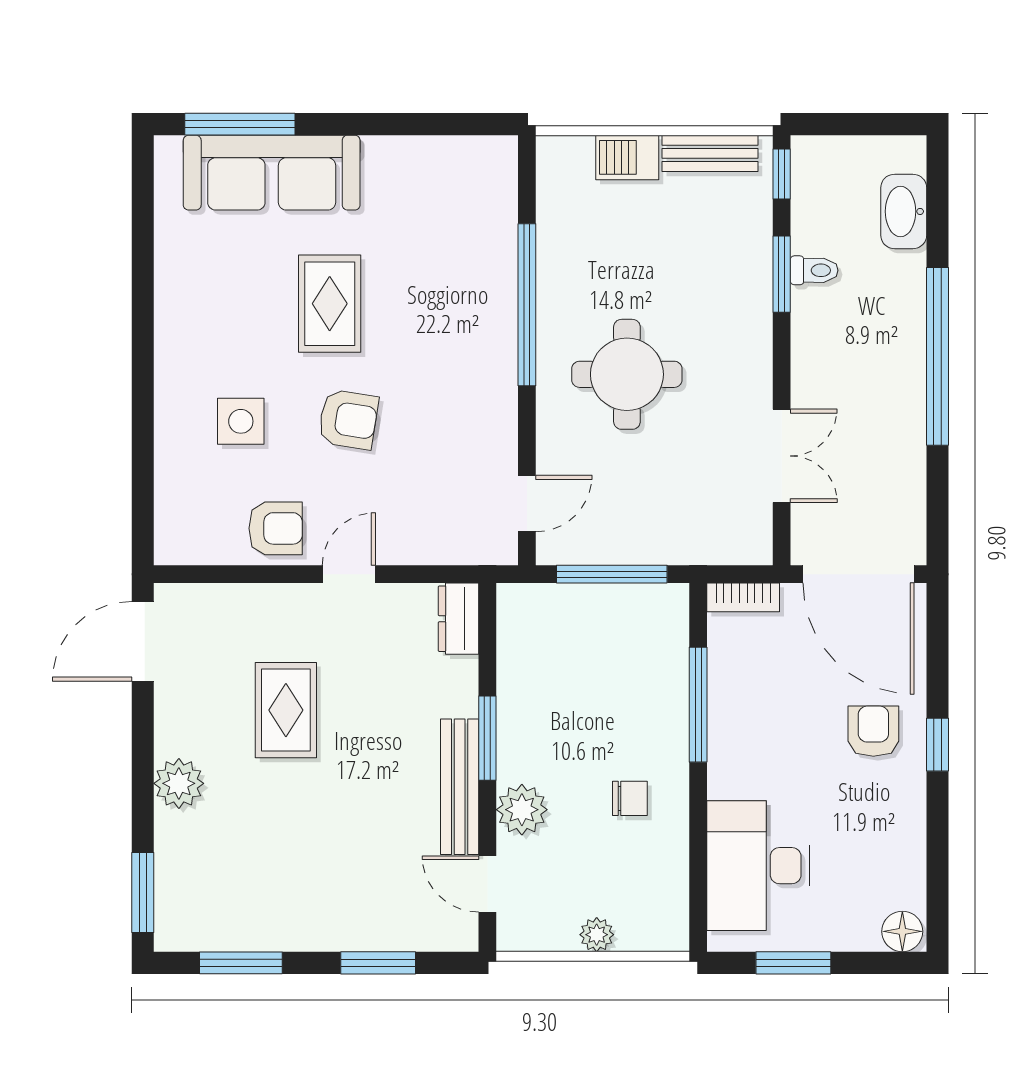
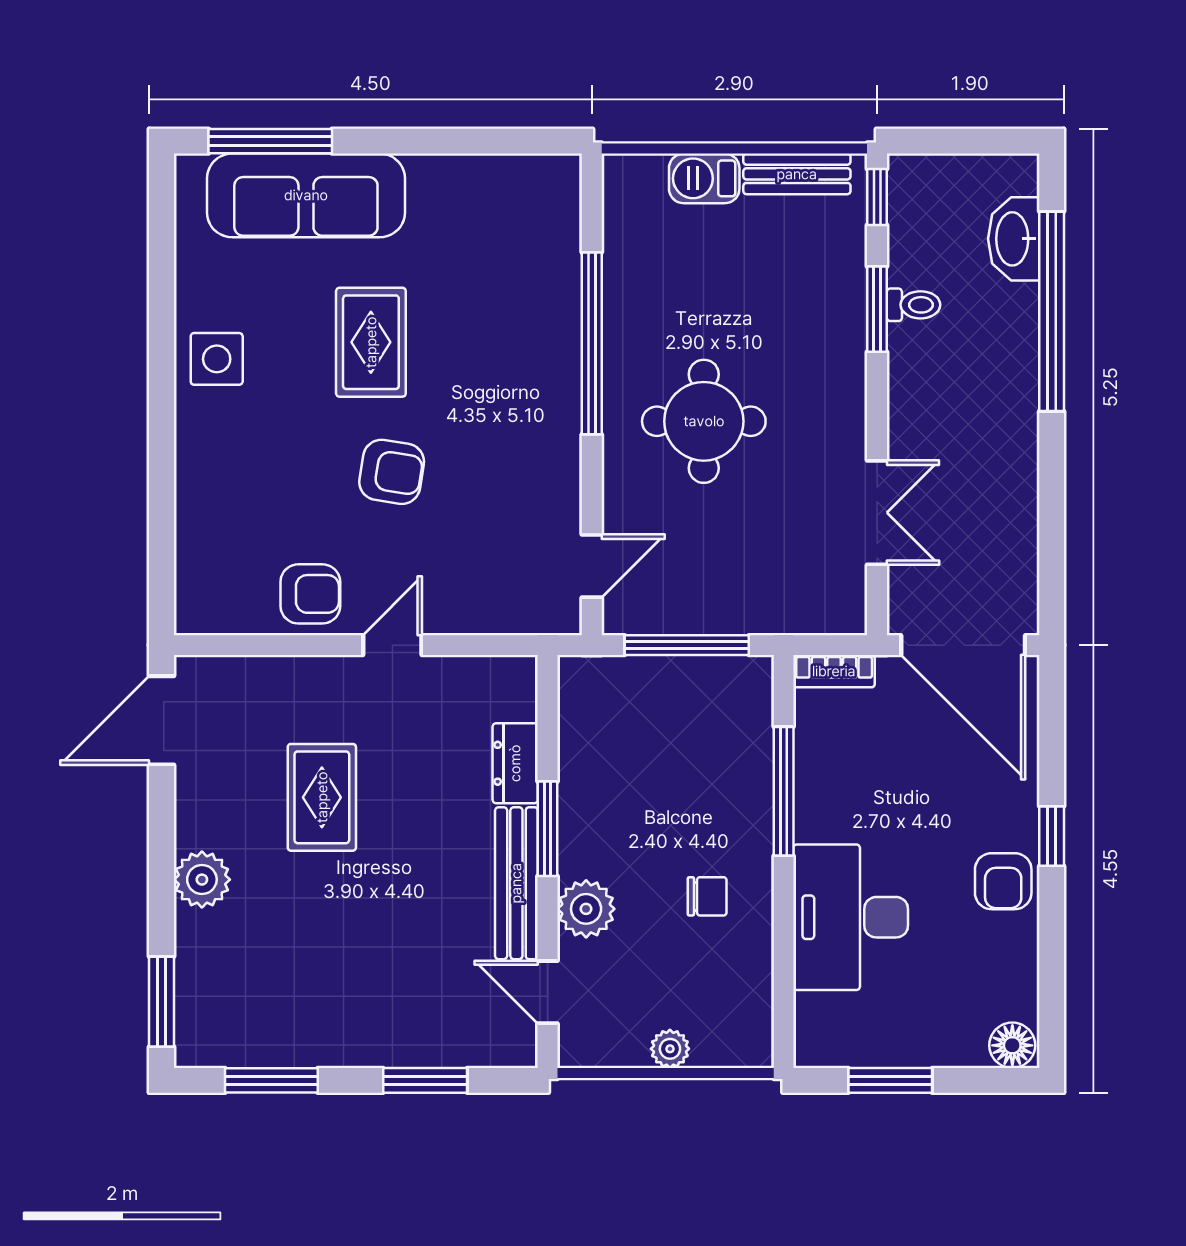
window: (937, 356) -> (1052, 311), moved
side table: (241, 421) -> (217, 359), moved
dresser: (459, 619) -> (515, 763), moved
armchair: (873, 731) -> (1003, 881), moved, turned 180
desk: (758, 866) -> (851, 917), moved

